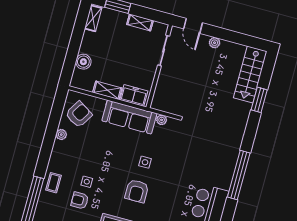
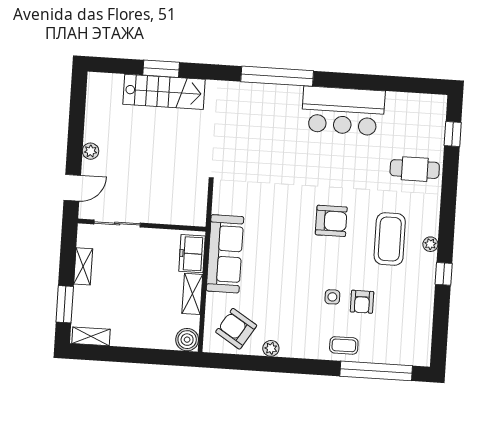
boiler: (83, 62) -> (187, 340), moved
stairs: (250, 75) -> (164, 92), moved
plant: (162, 120) -> (219, 206), removed
side table: (145, 162) -> (286, 217), removed

